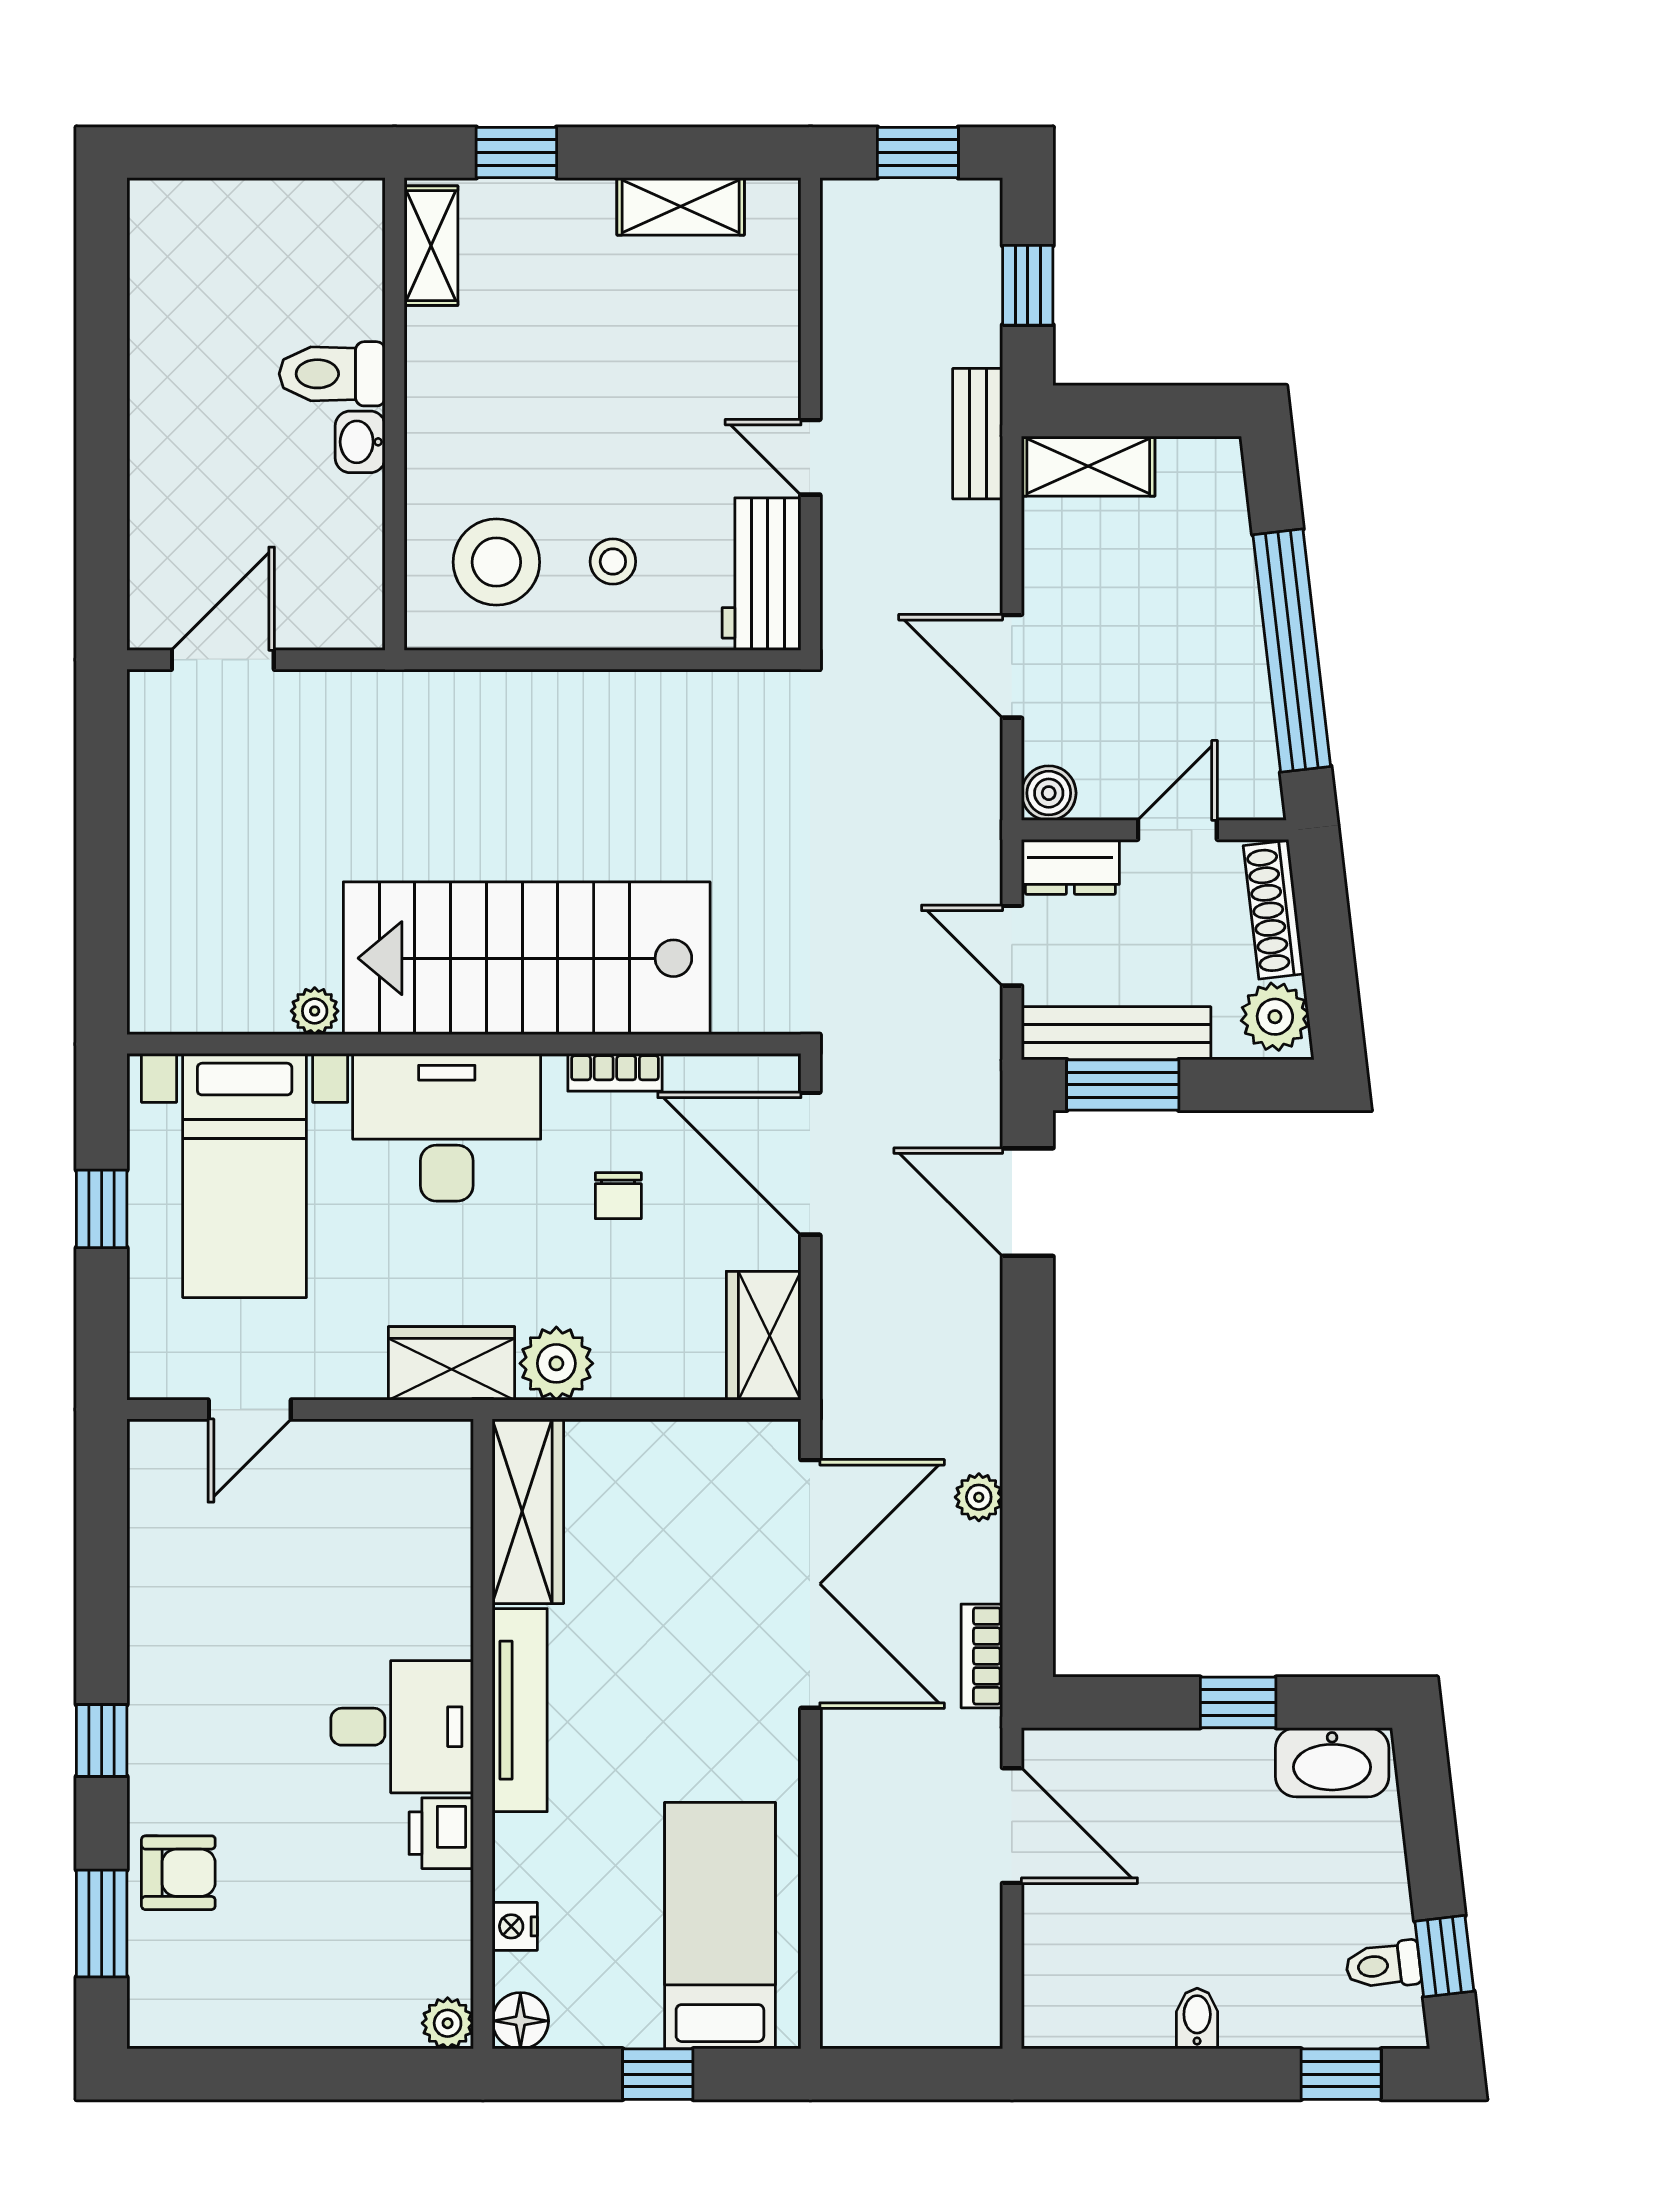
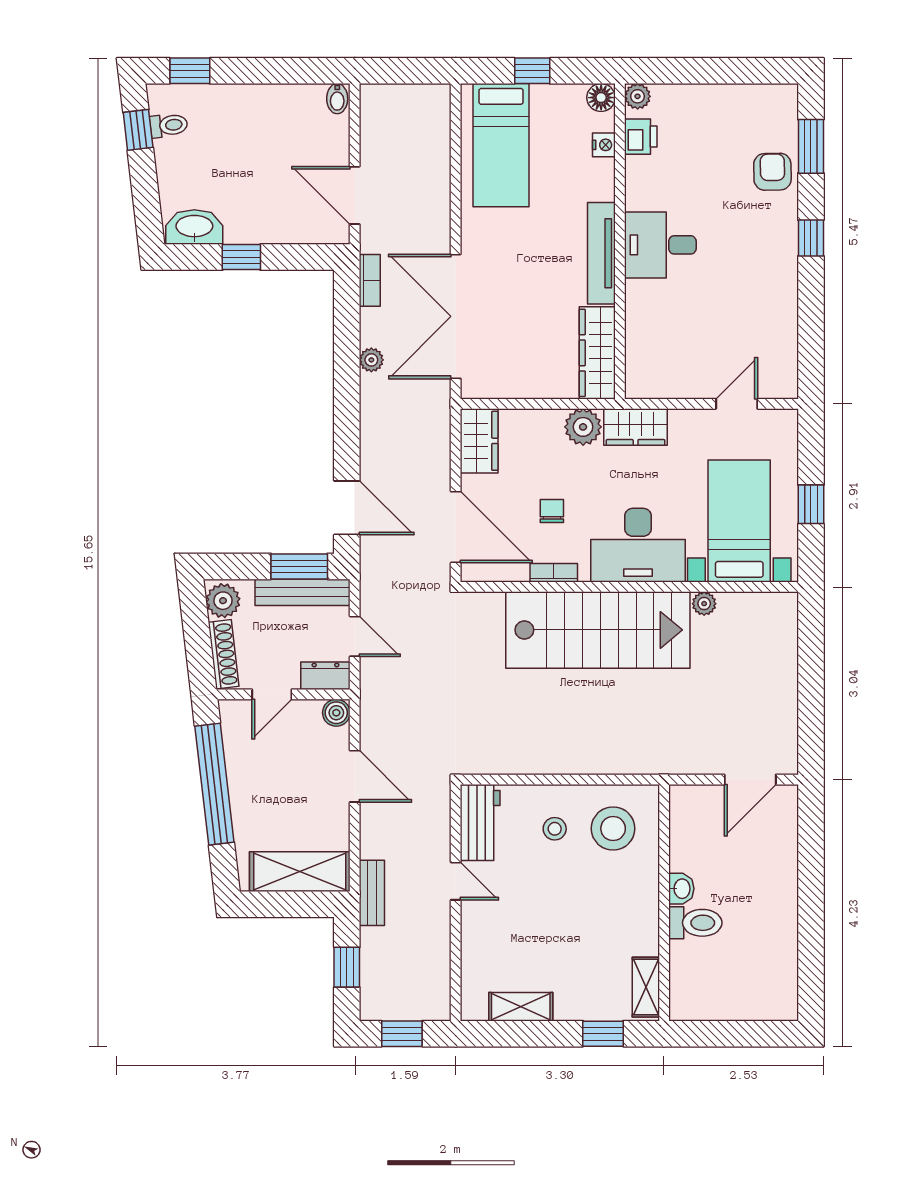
shelving: (1088, 466) -> (300, 872), width x1.50, depth x1.33
printer: (441, 1833) -> (641, 137), moved
armchair: (178, 1873) -> (772, 172), turned 89
bidet: (1197, 2019) -> (337, 99), moved

